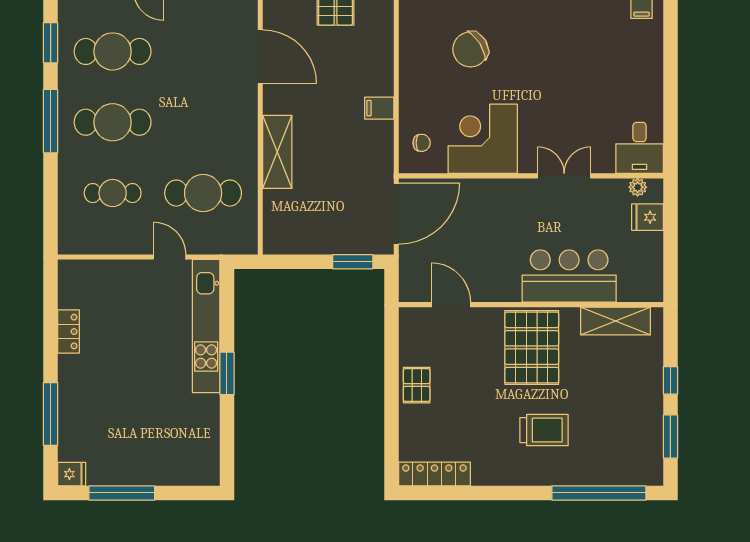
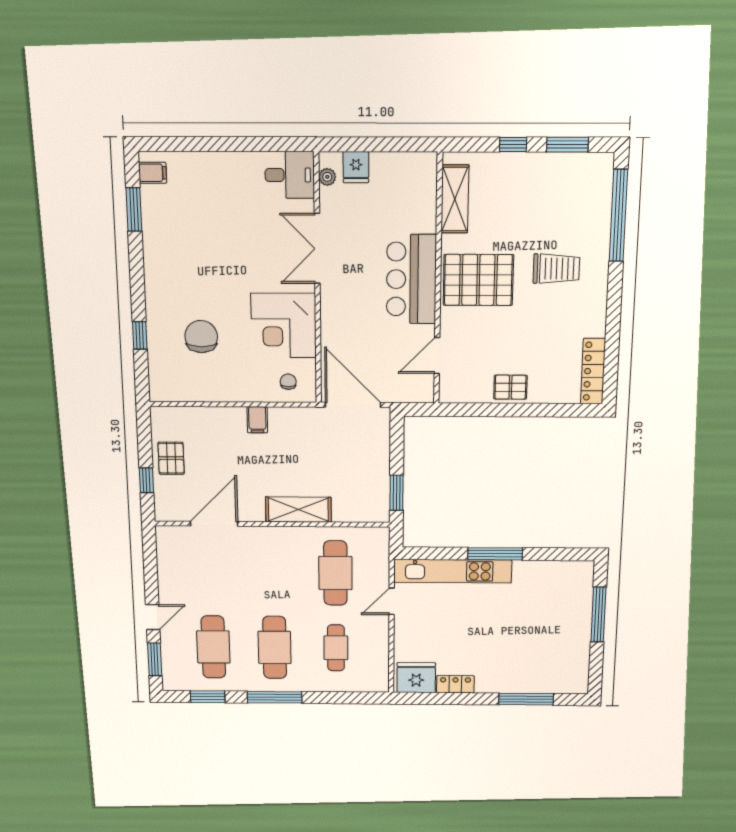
chair: (470, 49) -> (201, 337), turned -148
double door: (564, 176) -> (317, 249), width x1.37
window: (353, 262) -> (396, 493), moved
bar counter: (569, 276) -> (411, 279), moved
window: (227, 373) -> (495, 554), width x1.44
trolley: (544, 430) -> (556, 269), turned 90
fridge: (72, 474) -> (416, 678), moved, width x1.88, depth x1.34
window: (122, 493) -> (598, 615), moved

